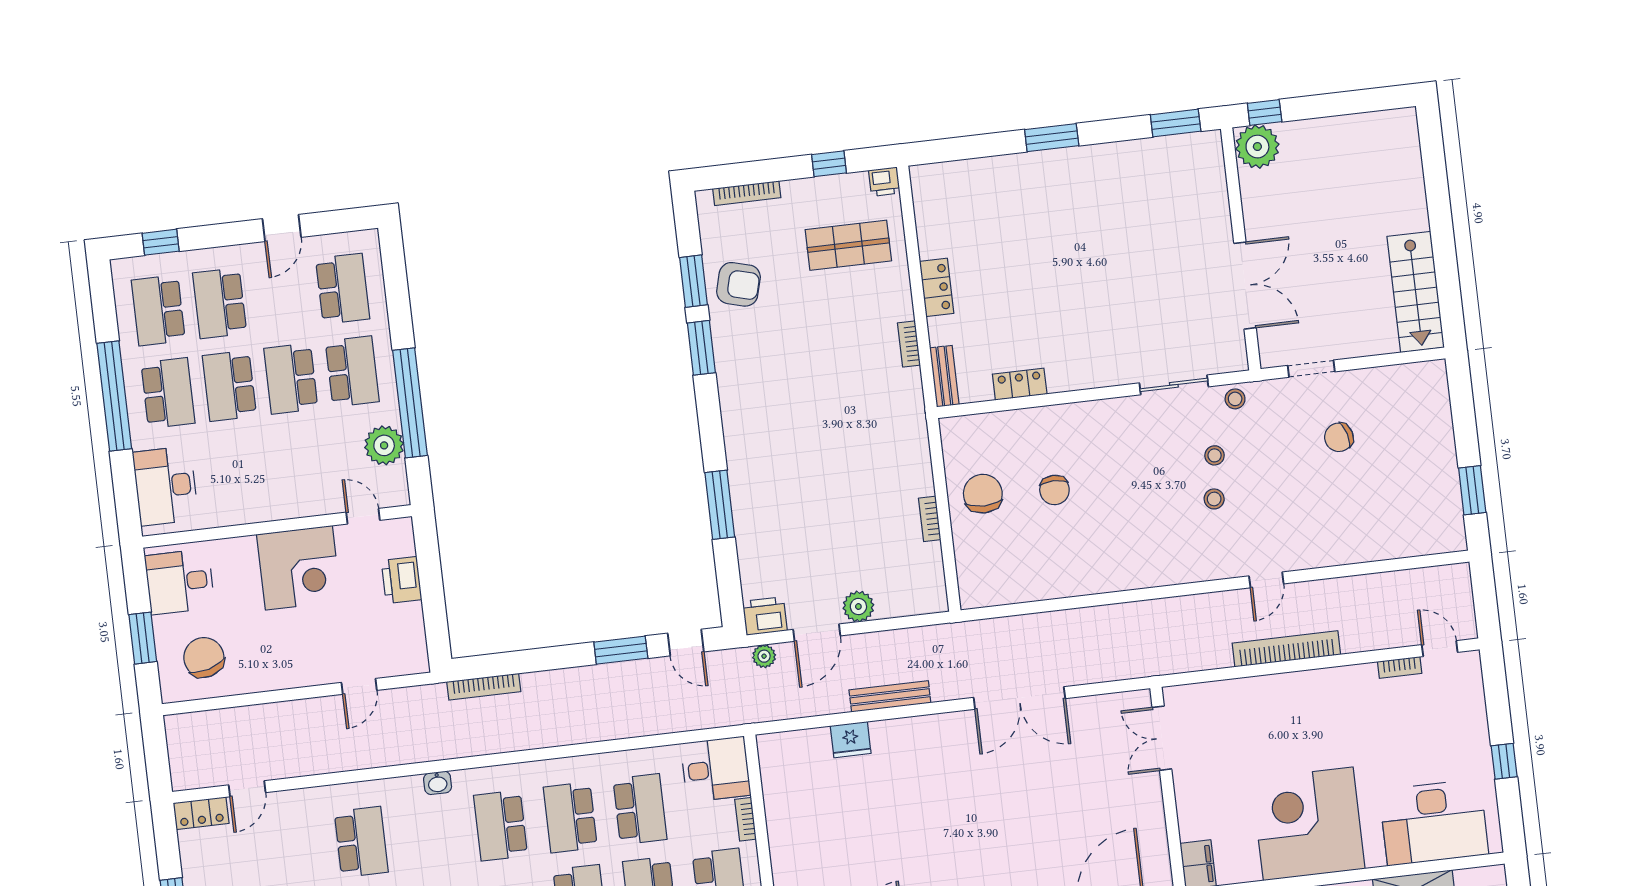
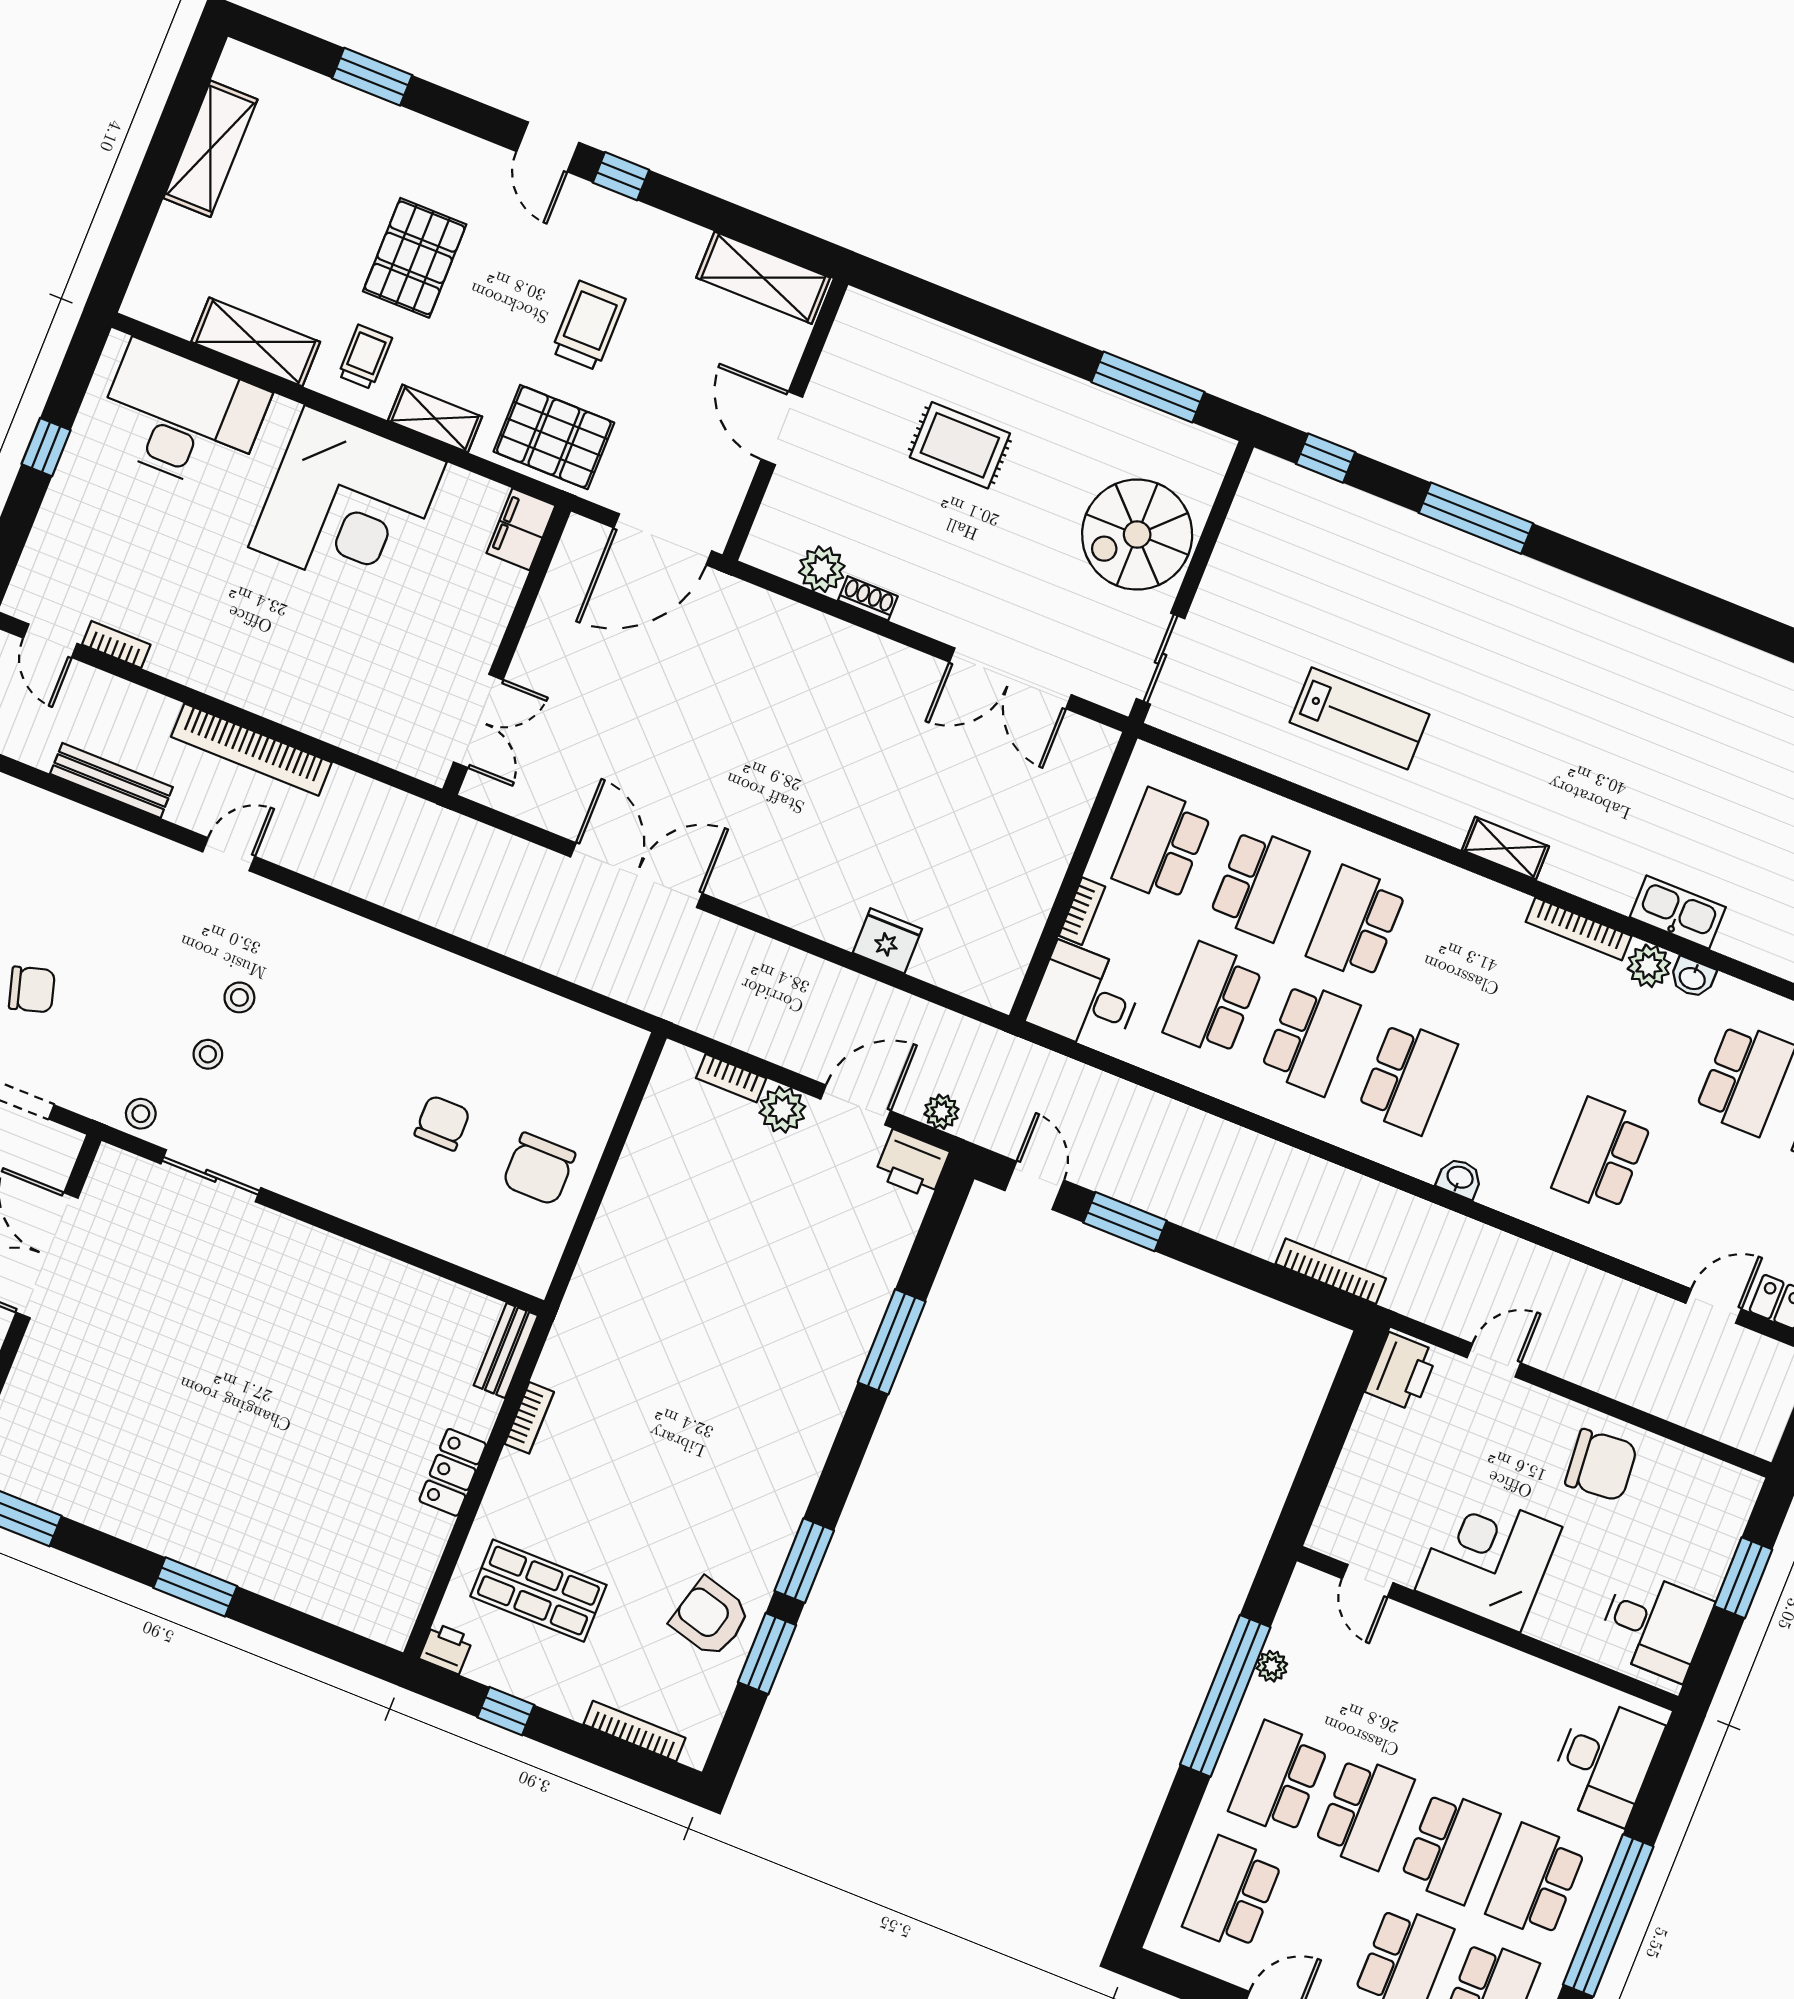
locker: (1020, 384) -> (413, 1286), removed
plant: (384, 445) -> (1272, 1666), width x0.53, depth x0.53
bookcase: (930, 519) -> (731, 1078), moved, turned 90
printer: (402, 580) -> (1402, 1372), moved
chair: (204, 658) -> (1601, 1465), moved, turned -79
bench: (890, 696) -> (111, 780), moved

